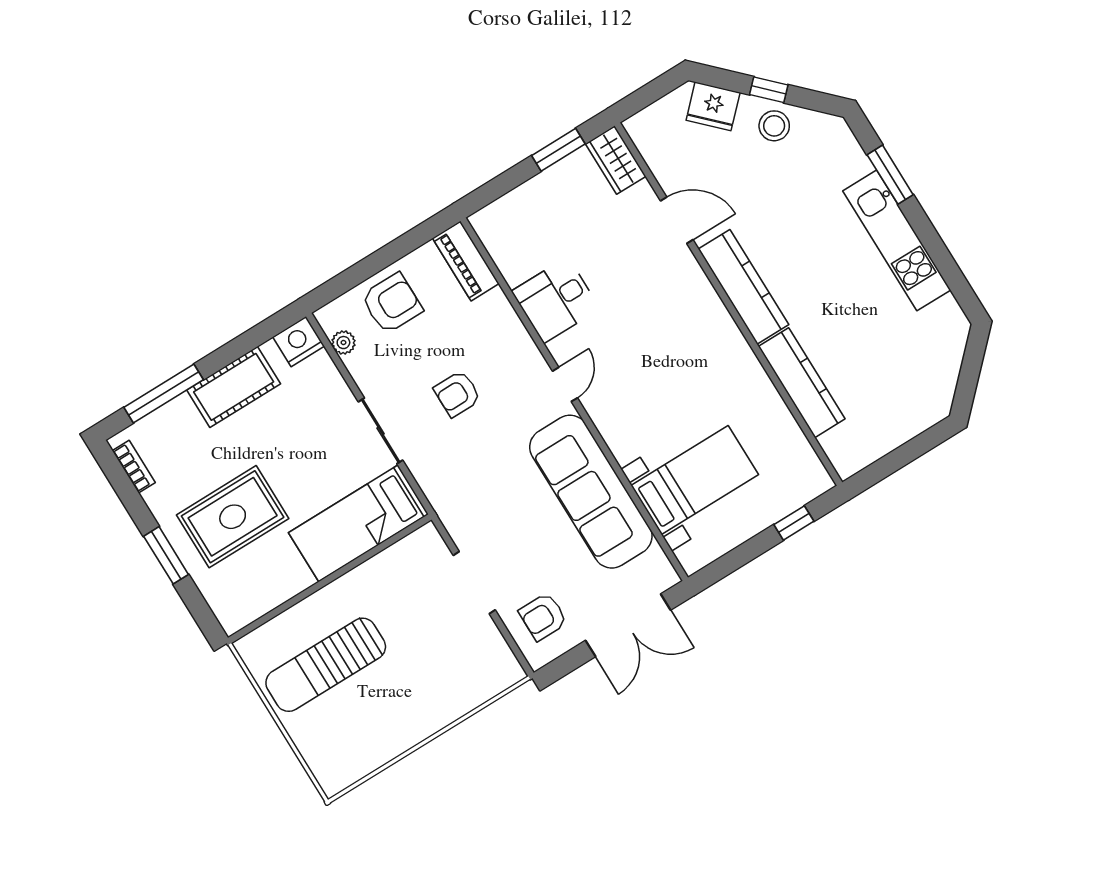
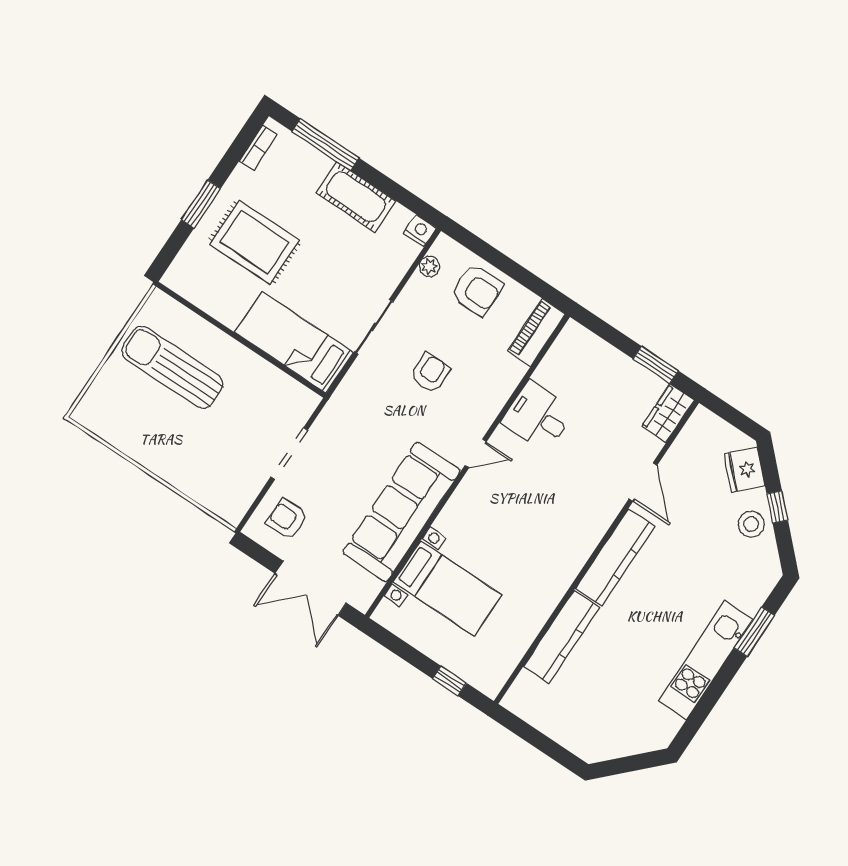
nightstand: (299, 341) -> (420, 231), width x0.74, depth x0.75
armchair: (457, 394) -> (430, 373), turned 90

